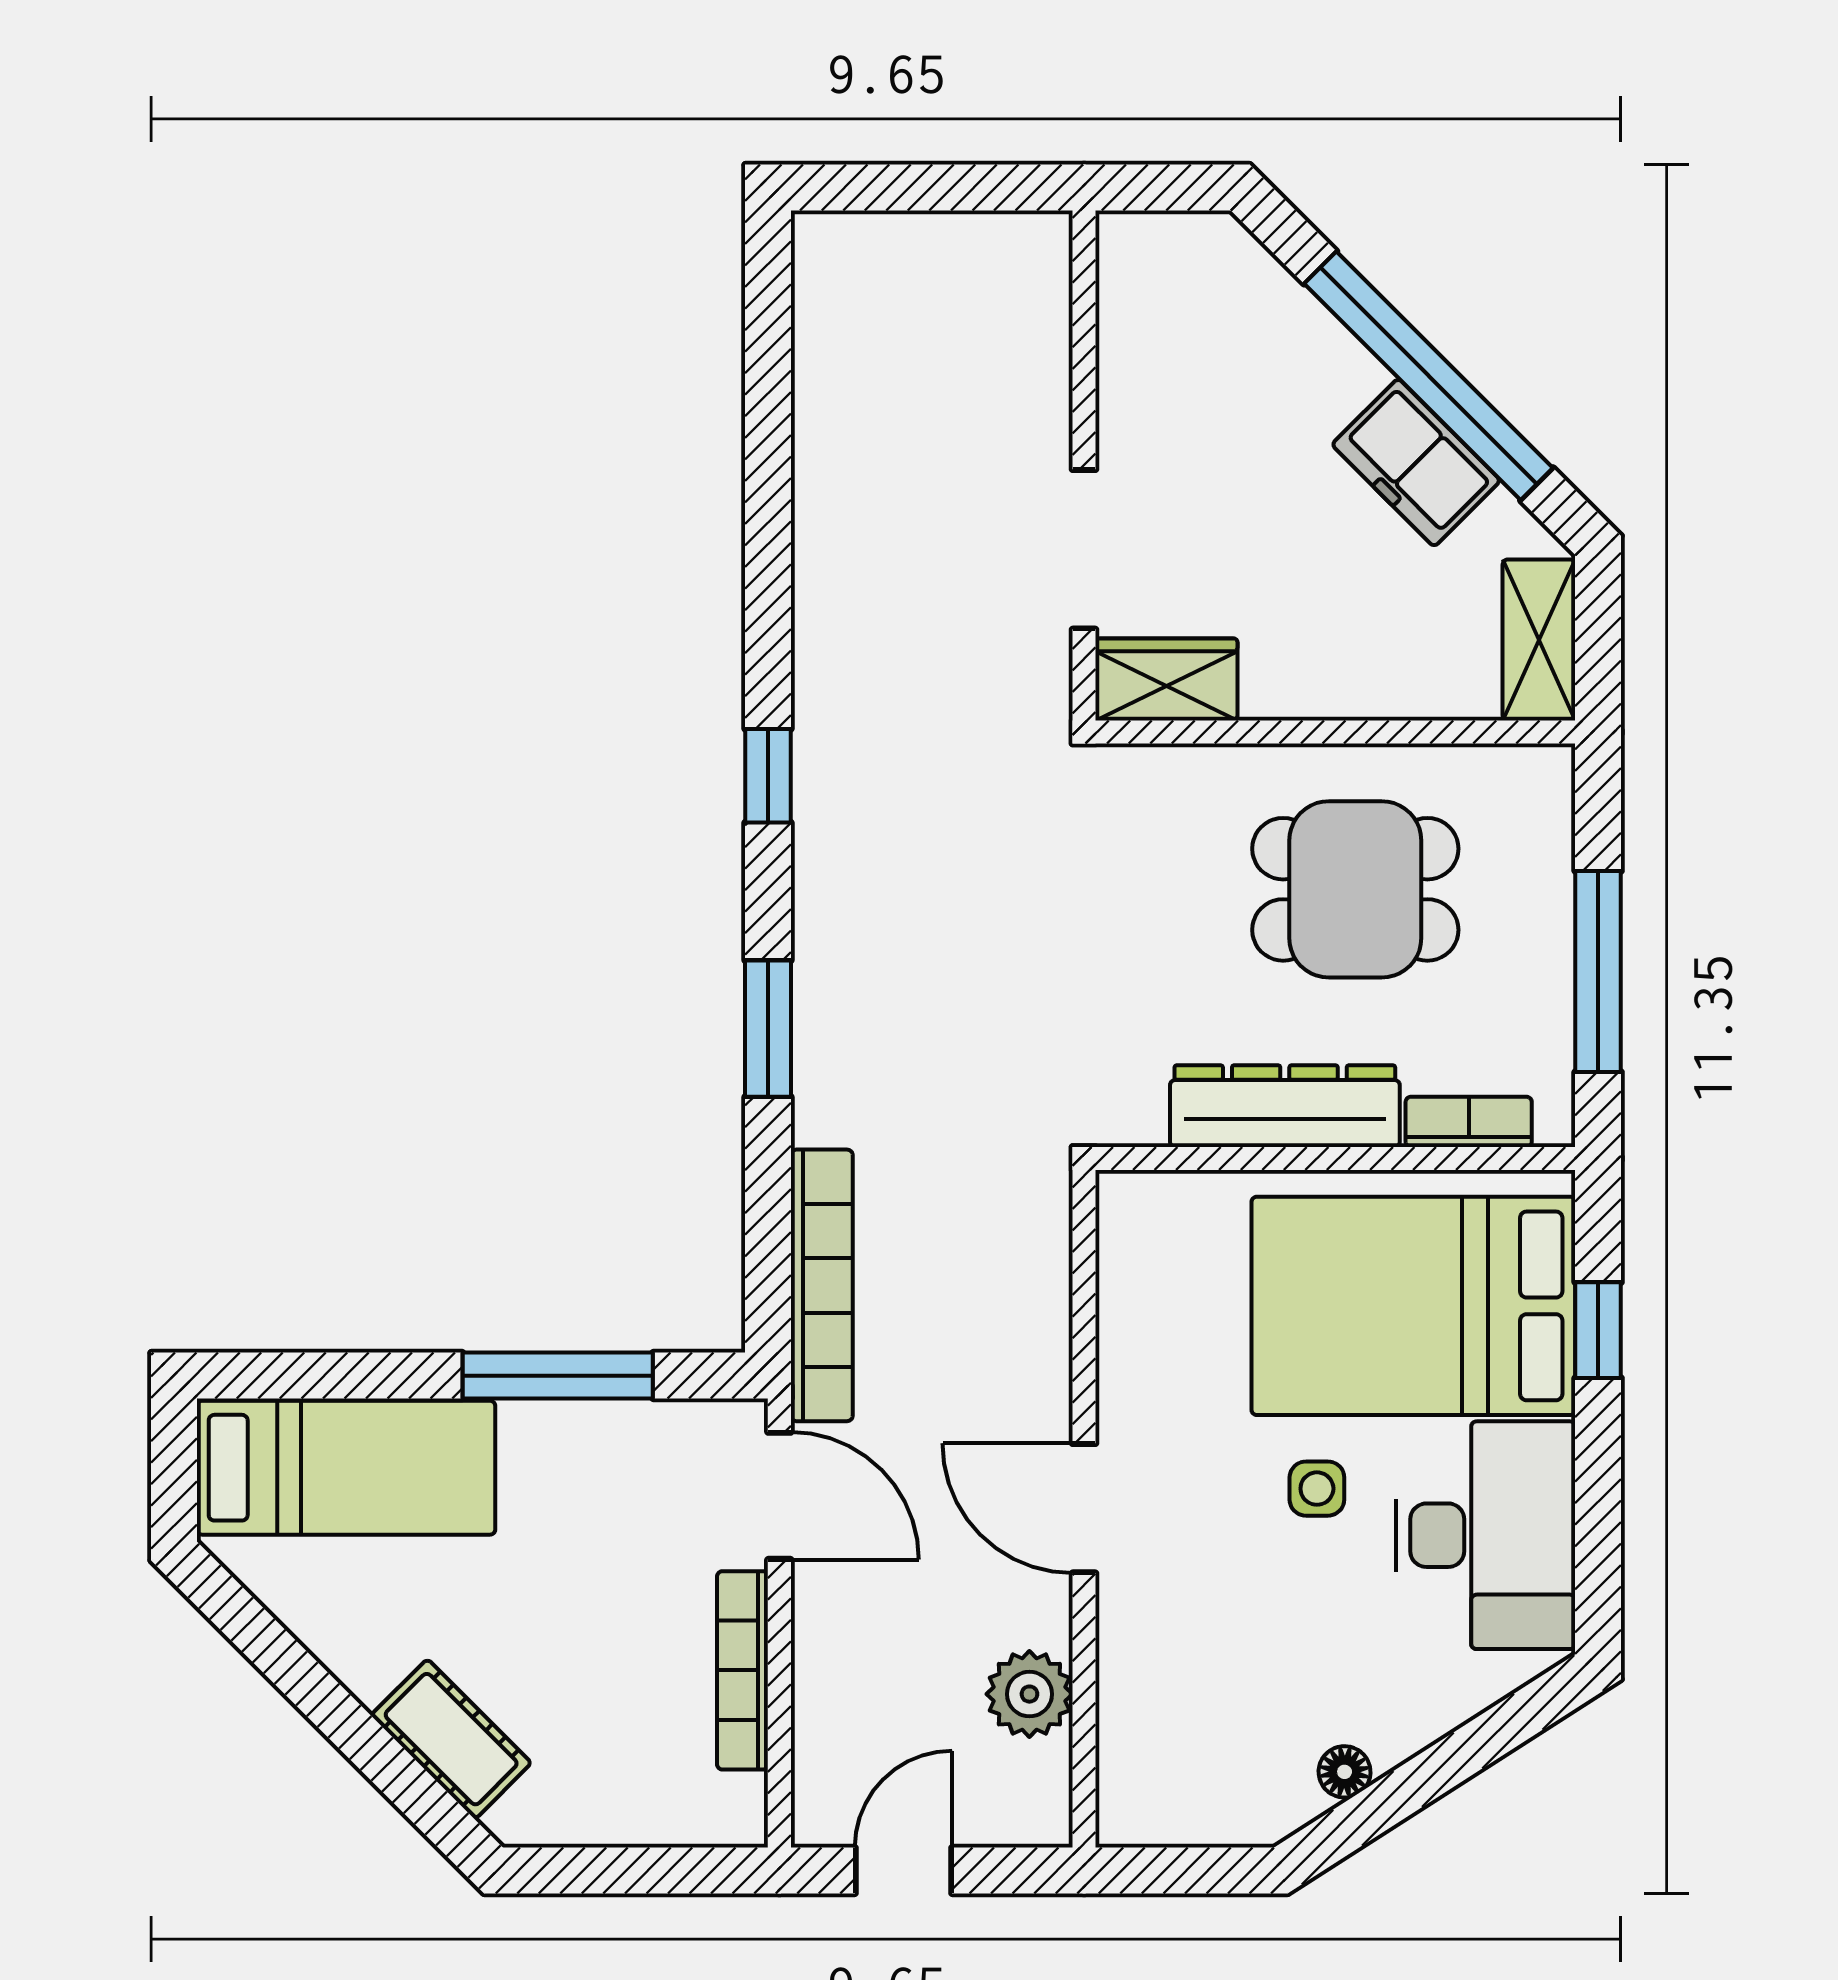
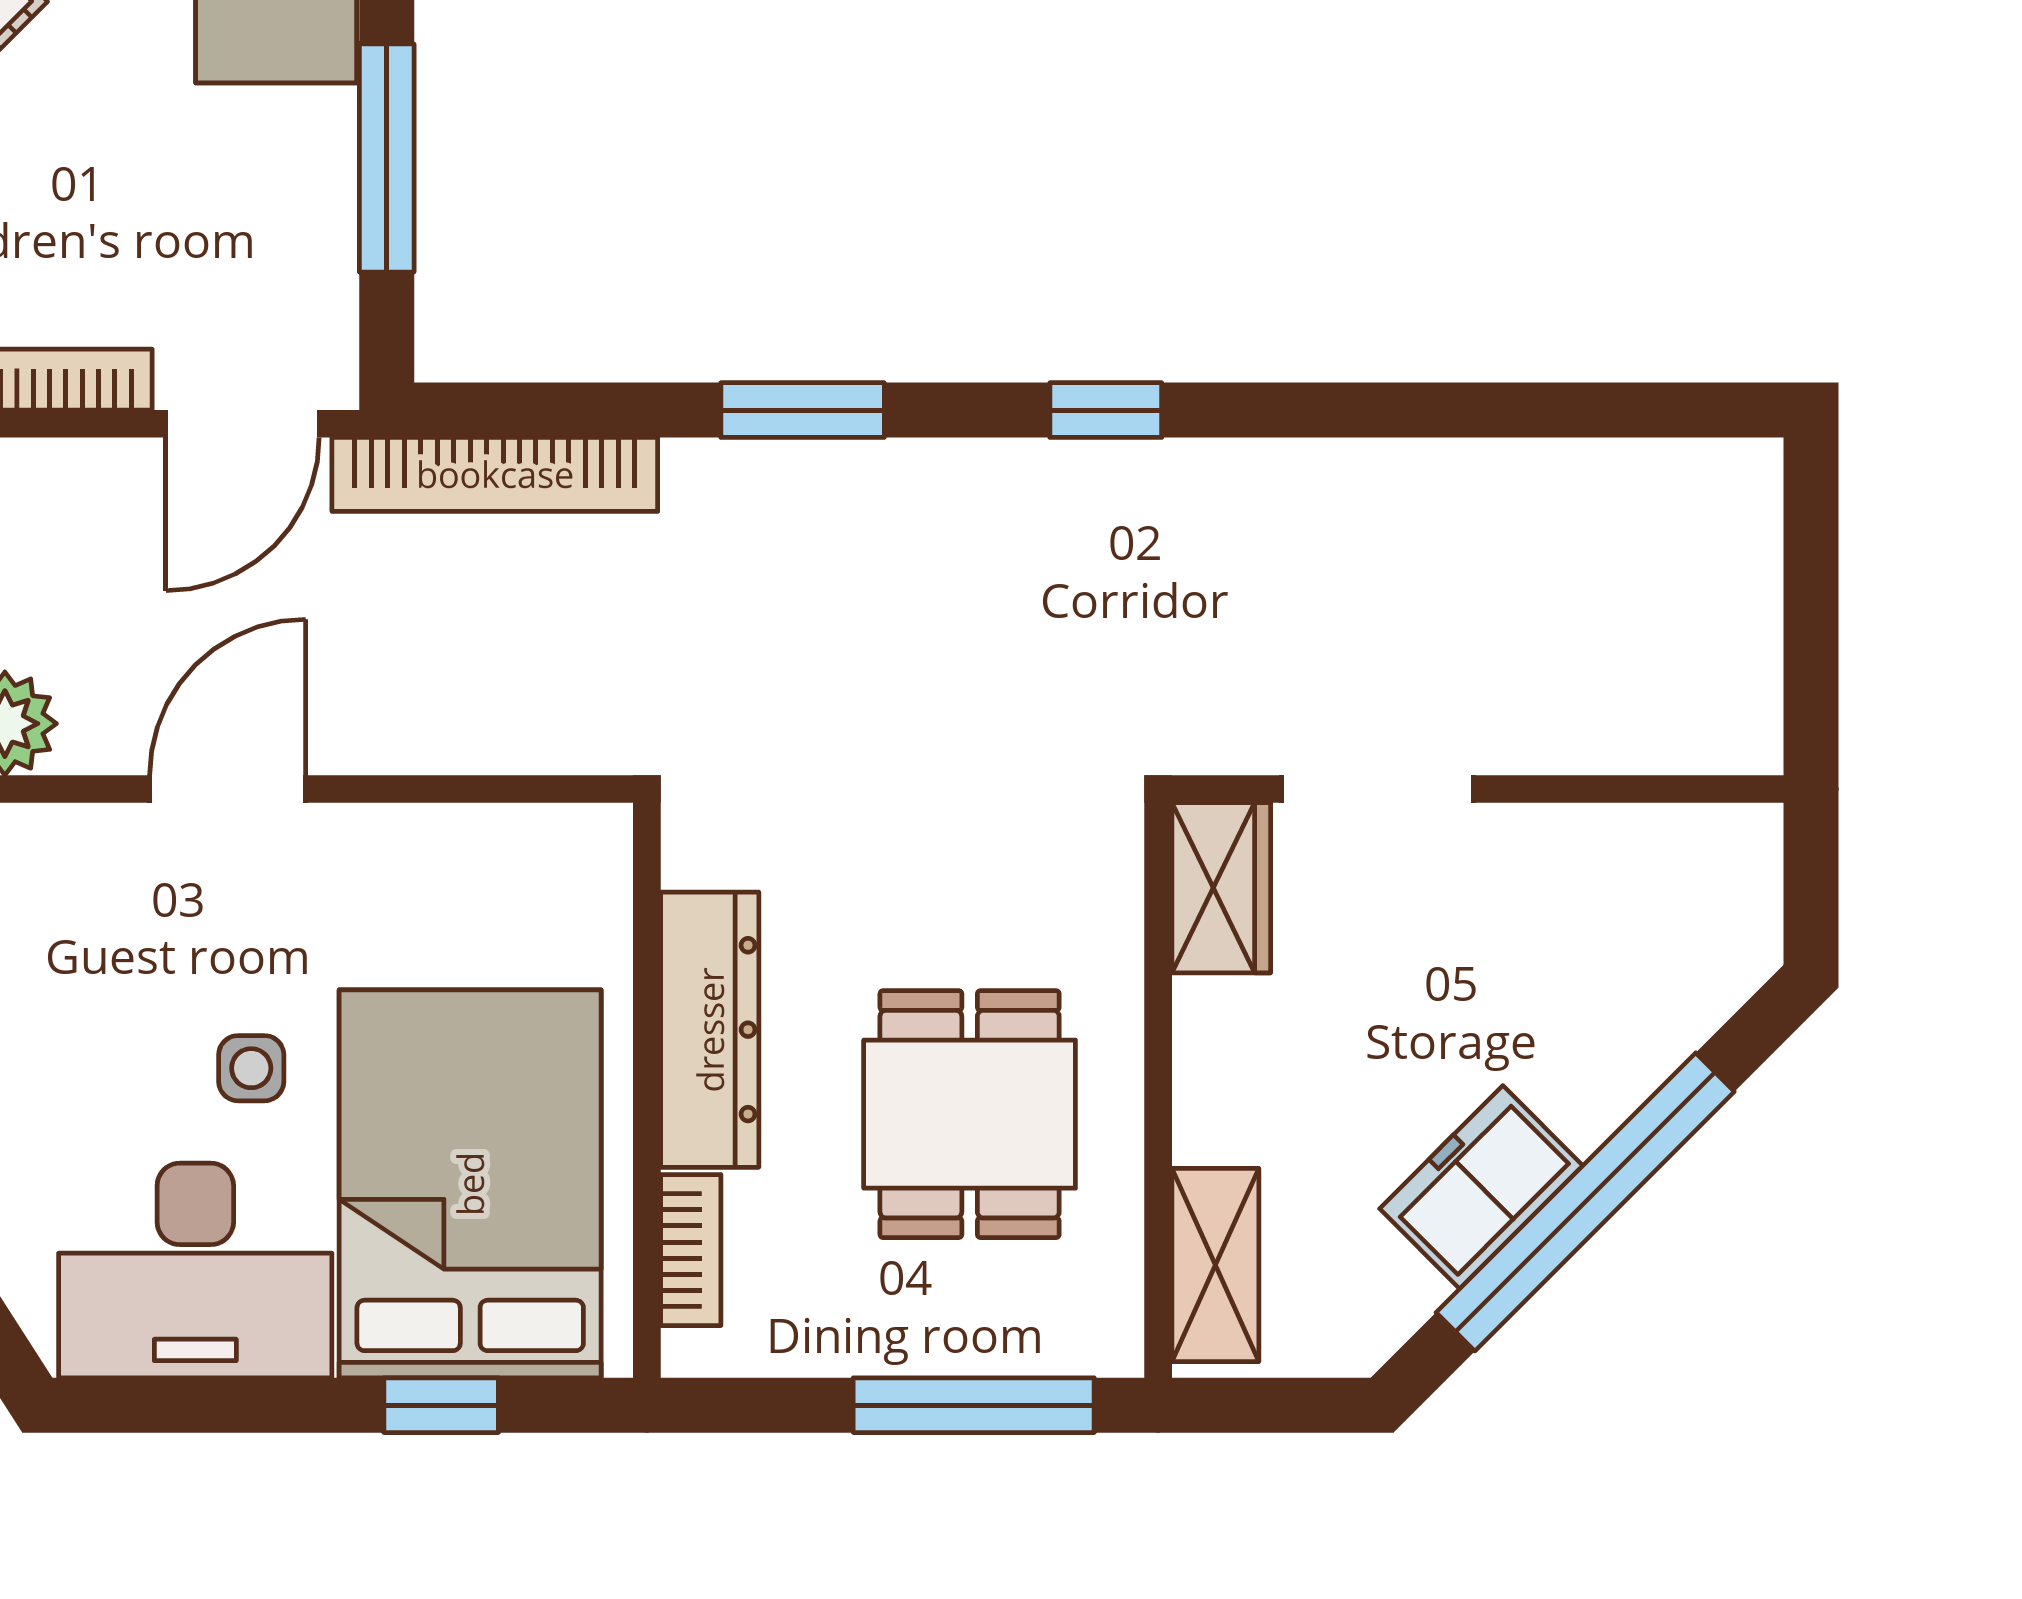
shelving: (1539, 640) -> (1215, 1265), moved, turned 90
window: (1598, 972) -> (974, 1405), moved

